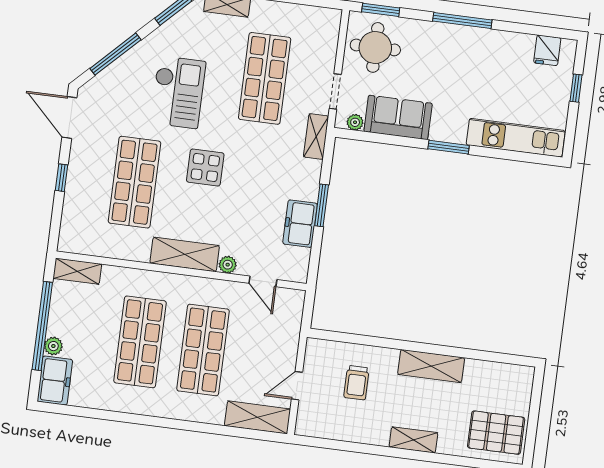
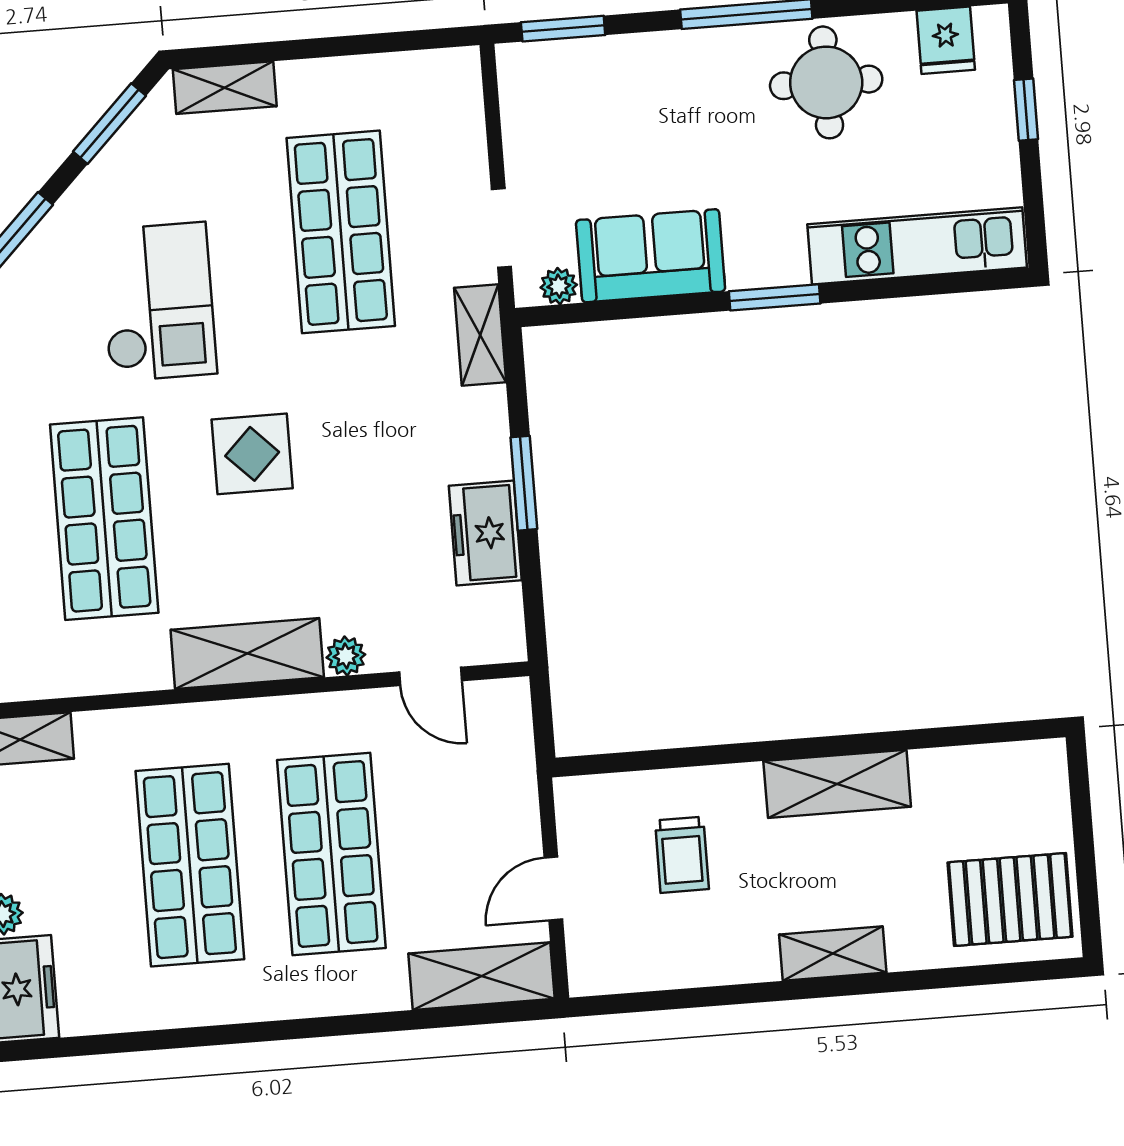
round table: (375, 47) -> (826, 82), moved

